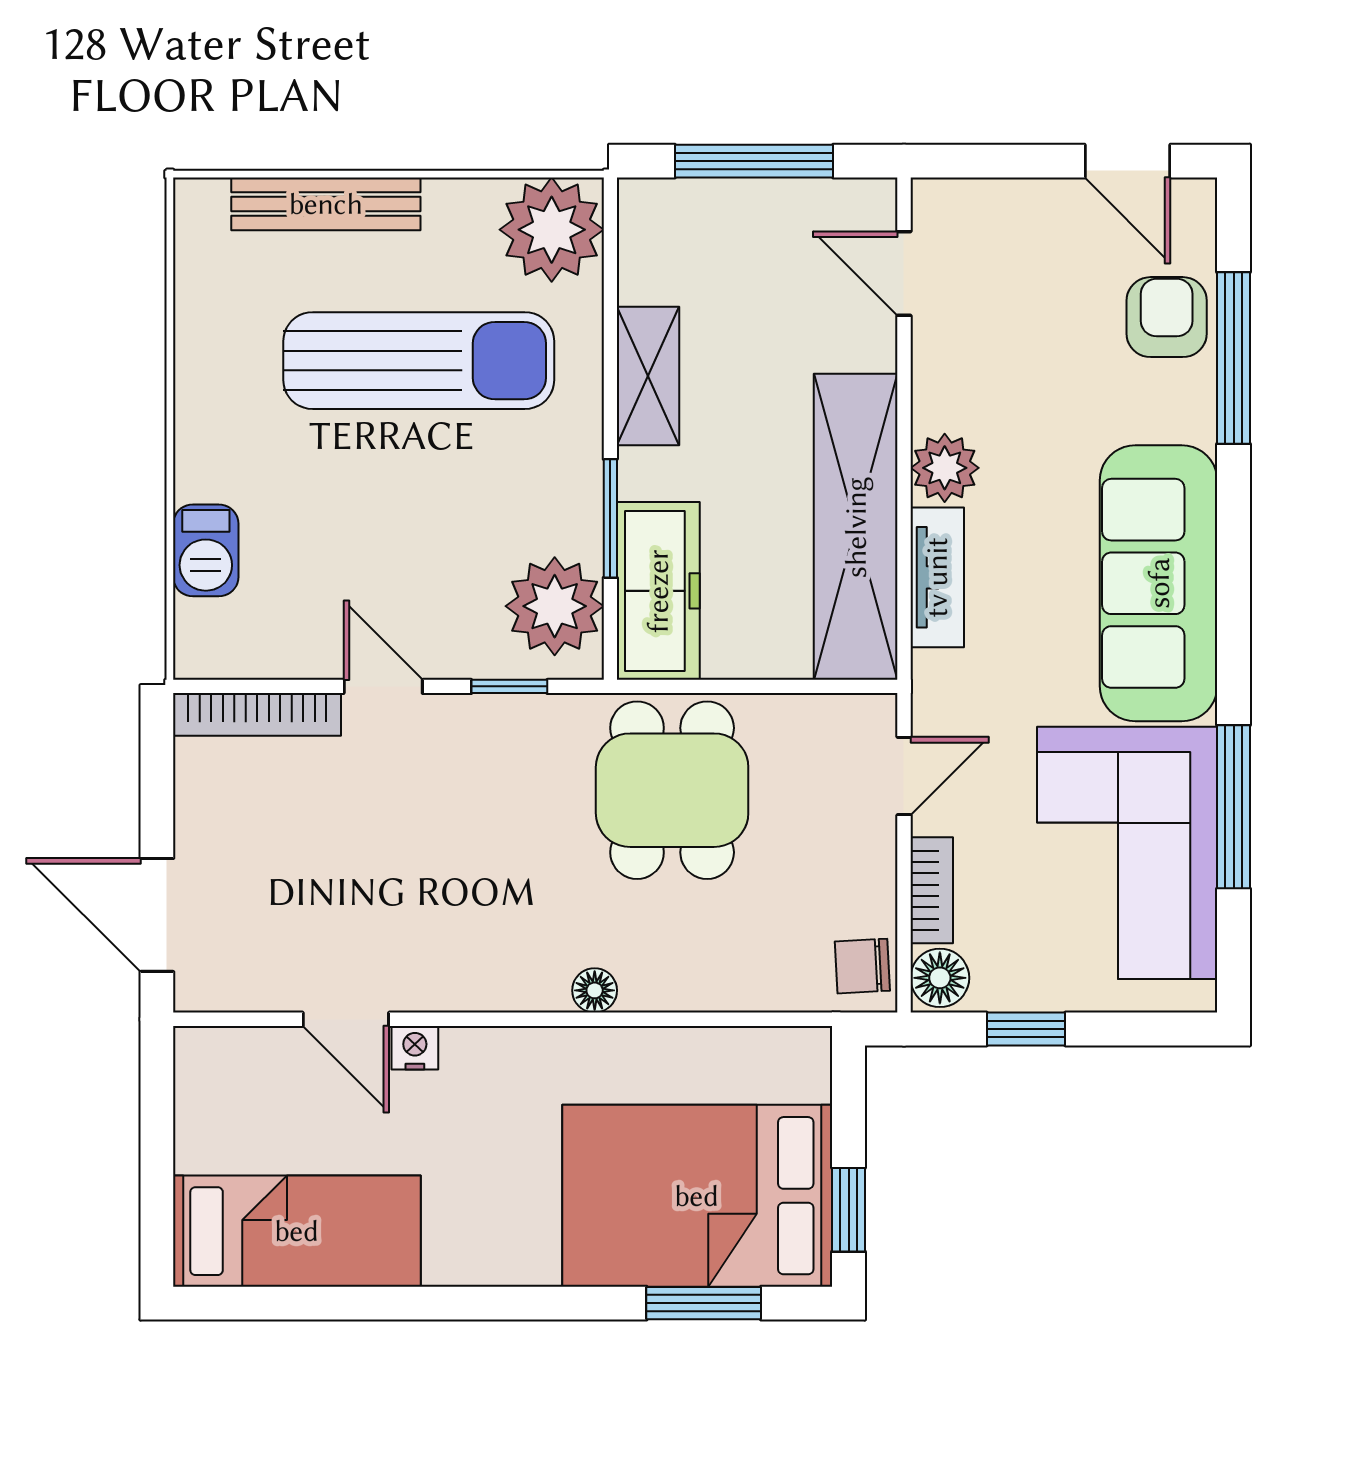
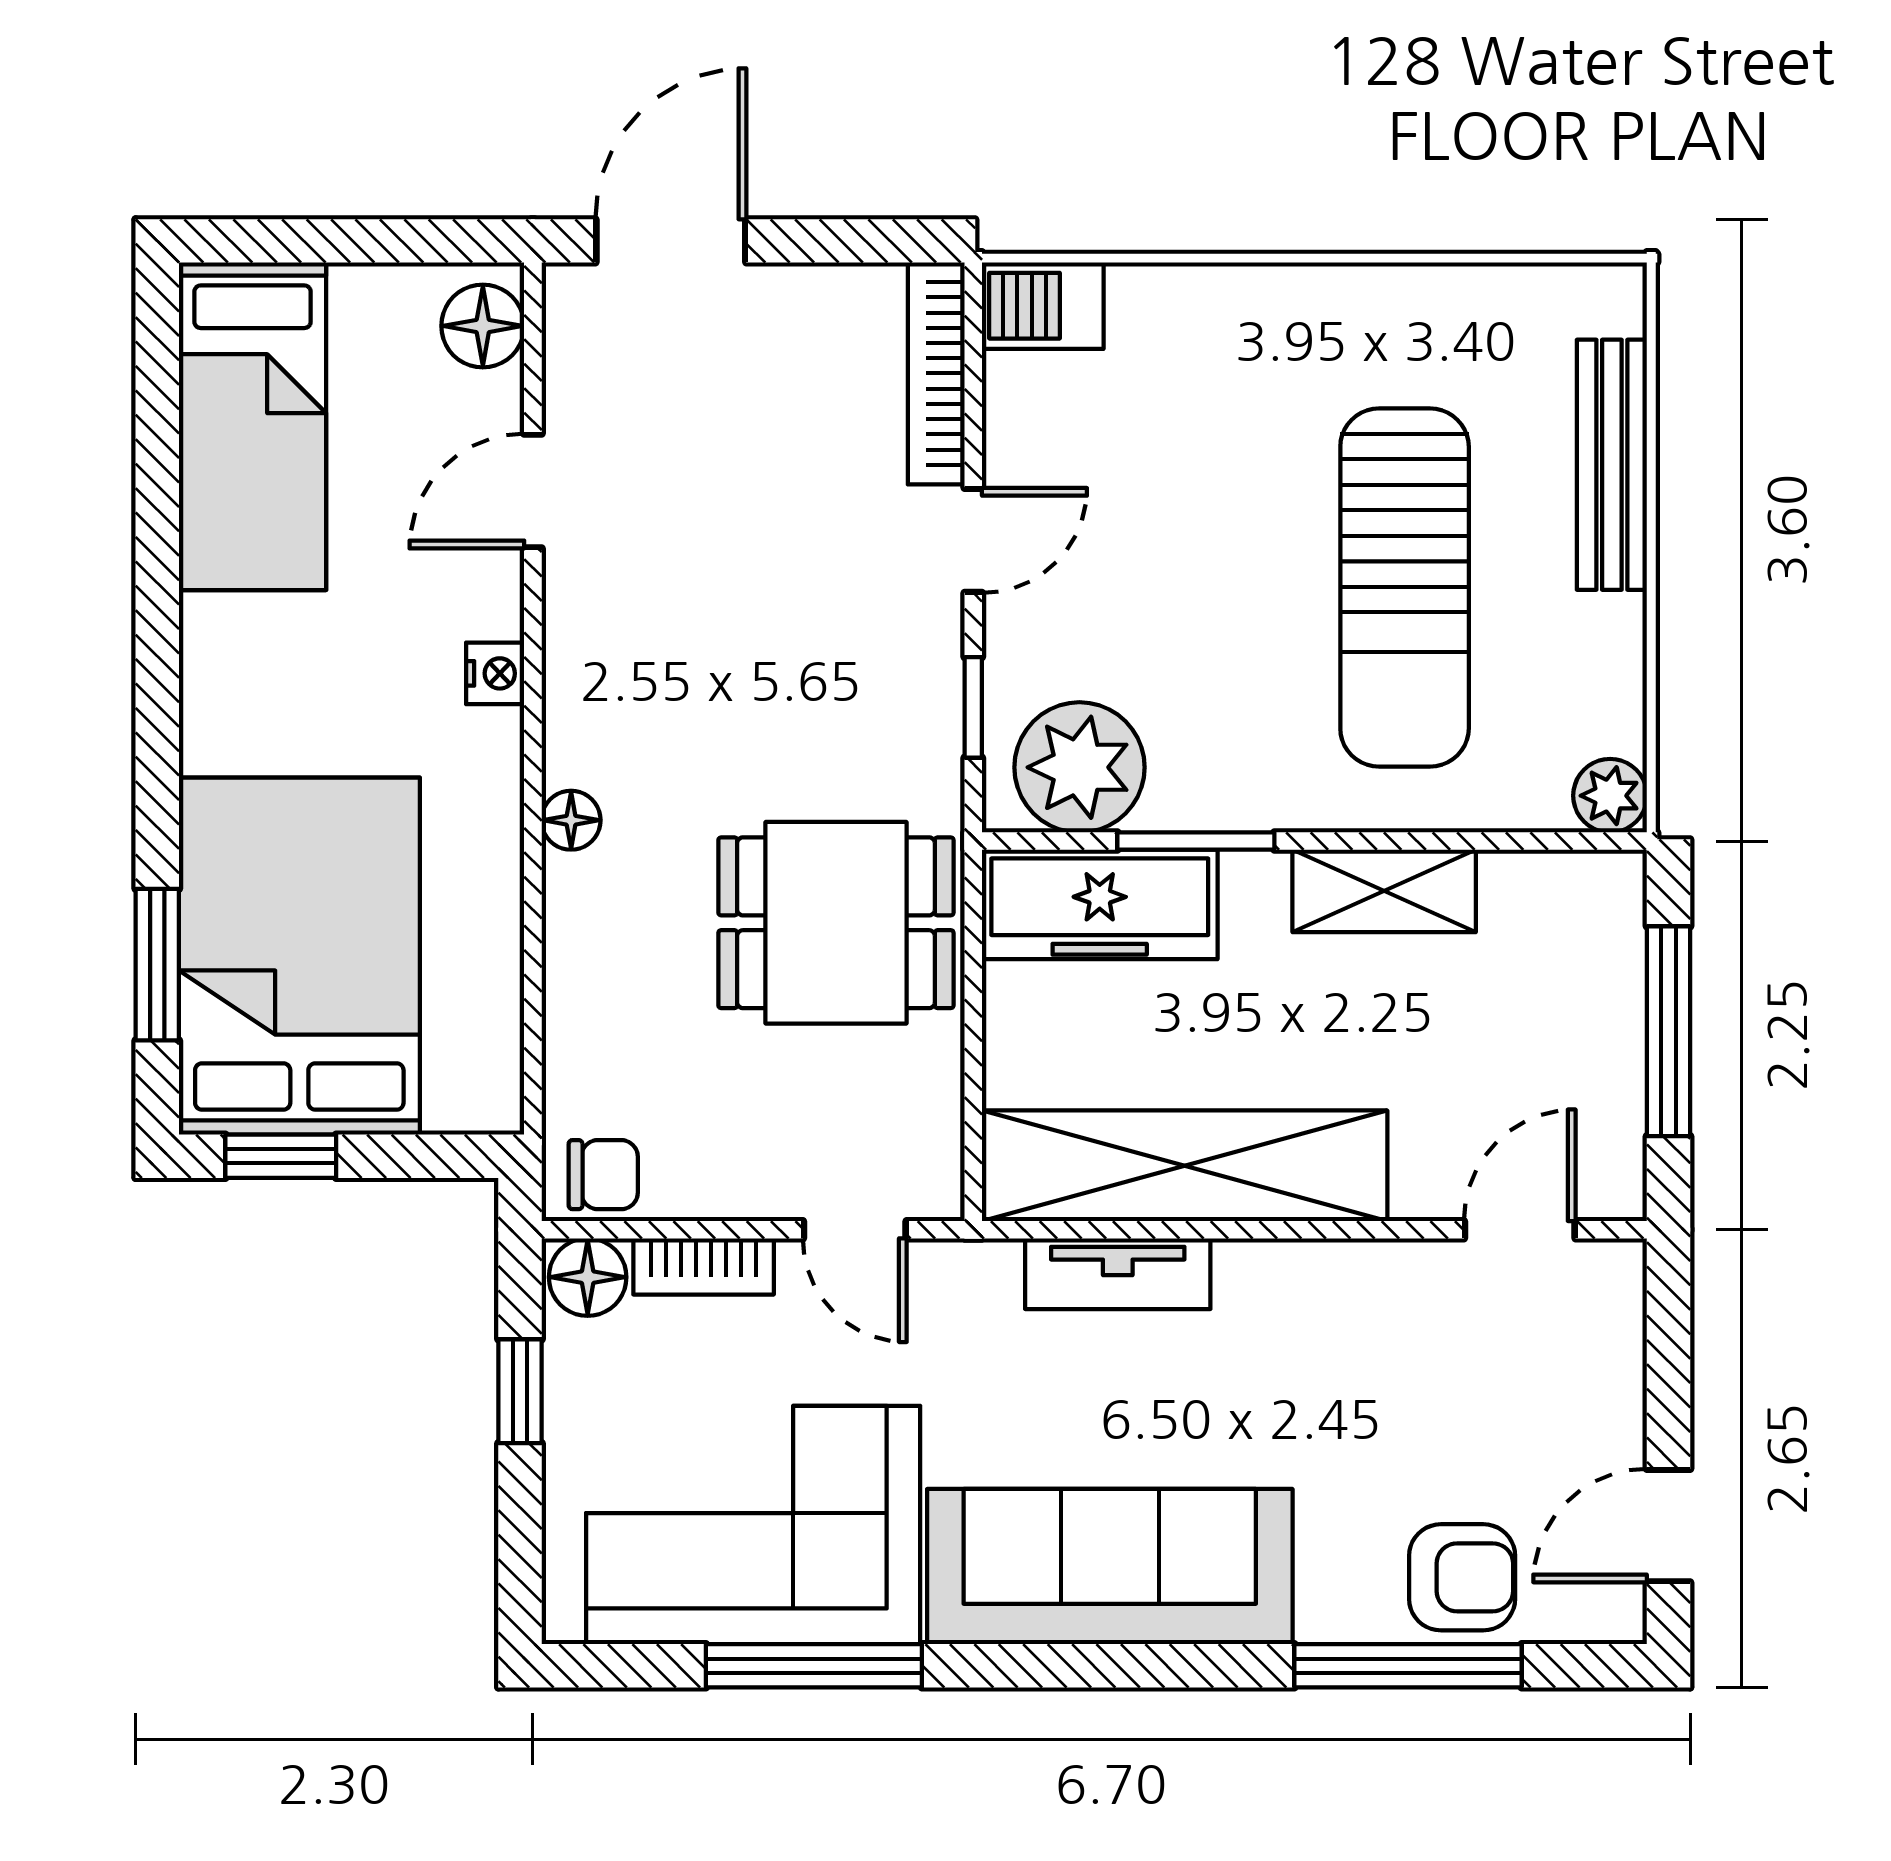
plant: (552, 230) -> (1610, 796), width x0.53, depth x0.53
plant: (945, 468) -> (1263, 1284), removed
barbecue: (206, 550) -> (1043, 306), moved
chair: (862, 966) -> (603, 1175), turned 93
nightstand: (415, 1048) -> (495, 673), moved
floor lamp: (221, 1057) -> (483, 326), added

